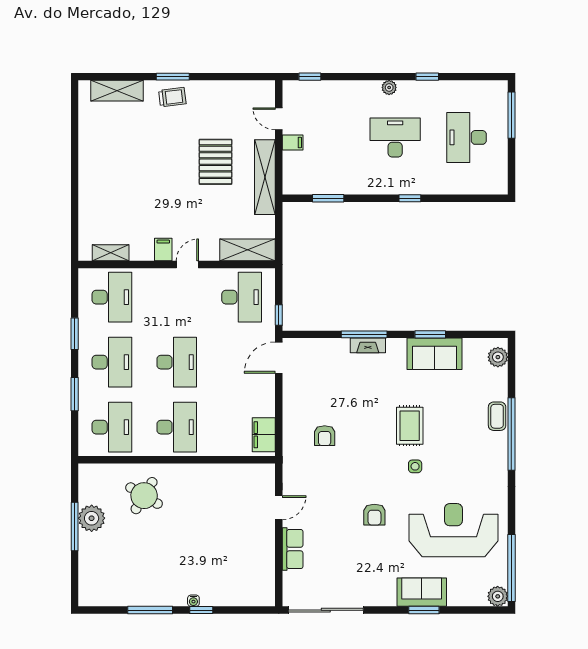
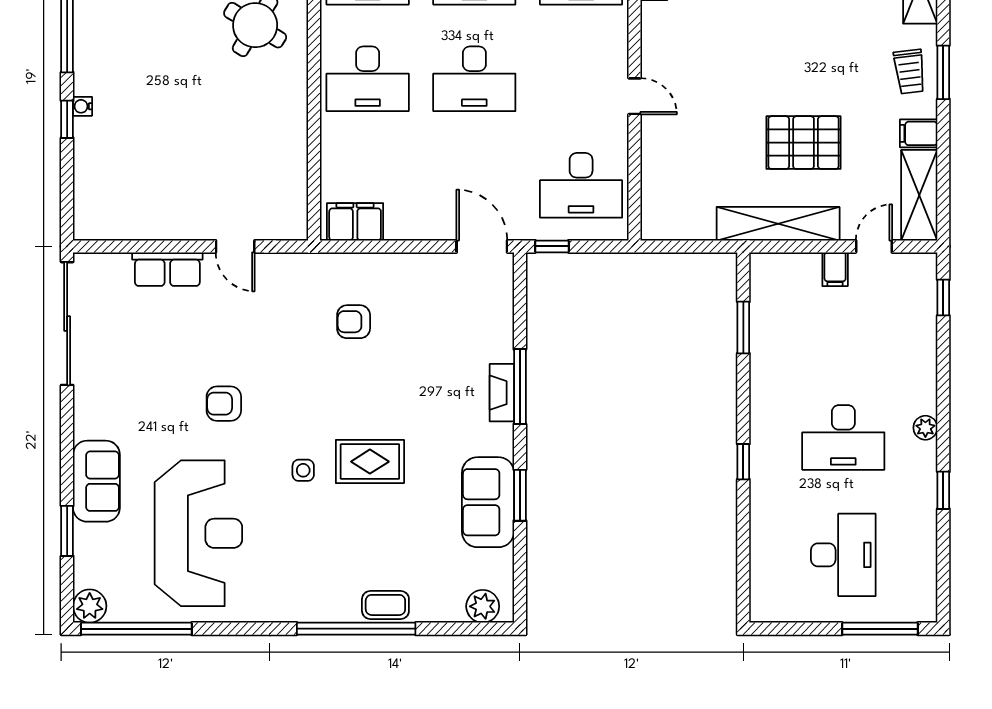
desk: (395, 137) -> (843, 438), turned 90
desk: (467, 137) -> (843, 555), turned 90
filing cabinet: (163, 250) -> (919, 133), moved, turned 180
shelving: (248, 250) -> (919, 195), moved
window: (424, 610) -> (67, 531), moved

